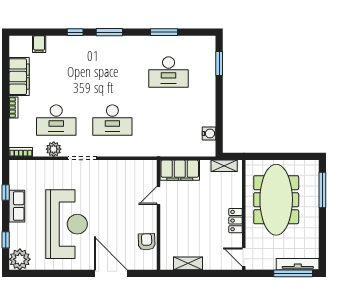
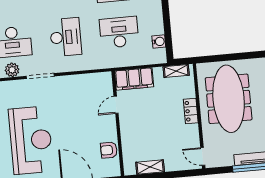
desk: (112, 120) -> (66, 37), turned -90
desk: (169, 120) -> (119, 32), added
locker: (236, 221) -> (191, 111), moved
armchair: (147, 242) -> (109, 150), turned -88

